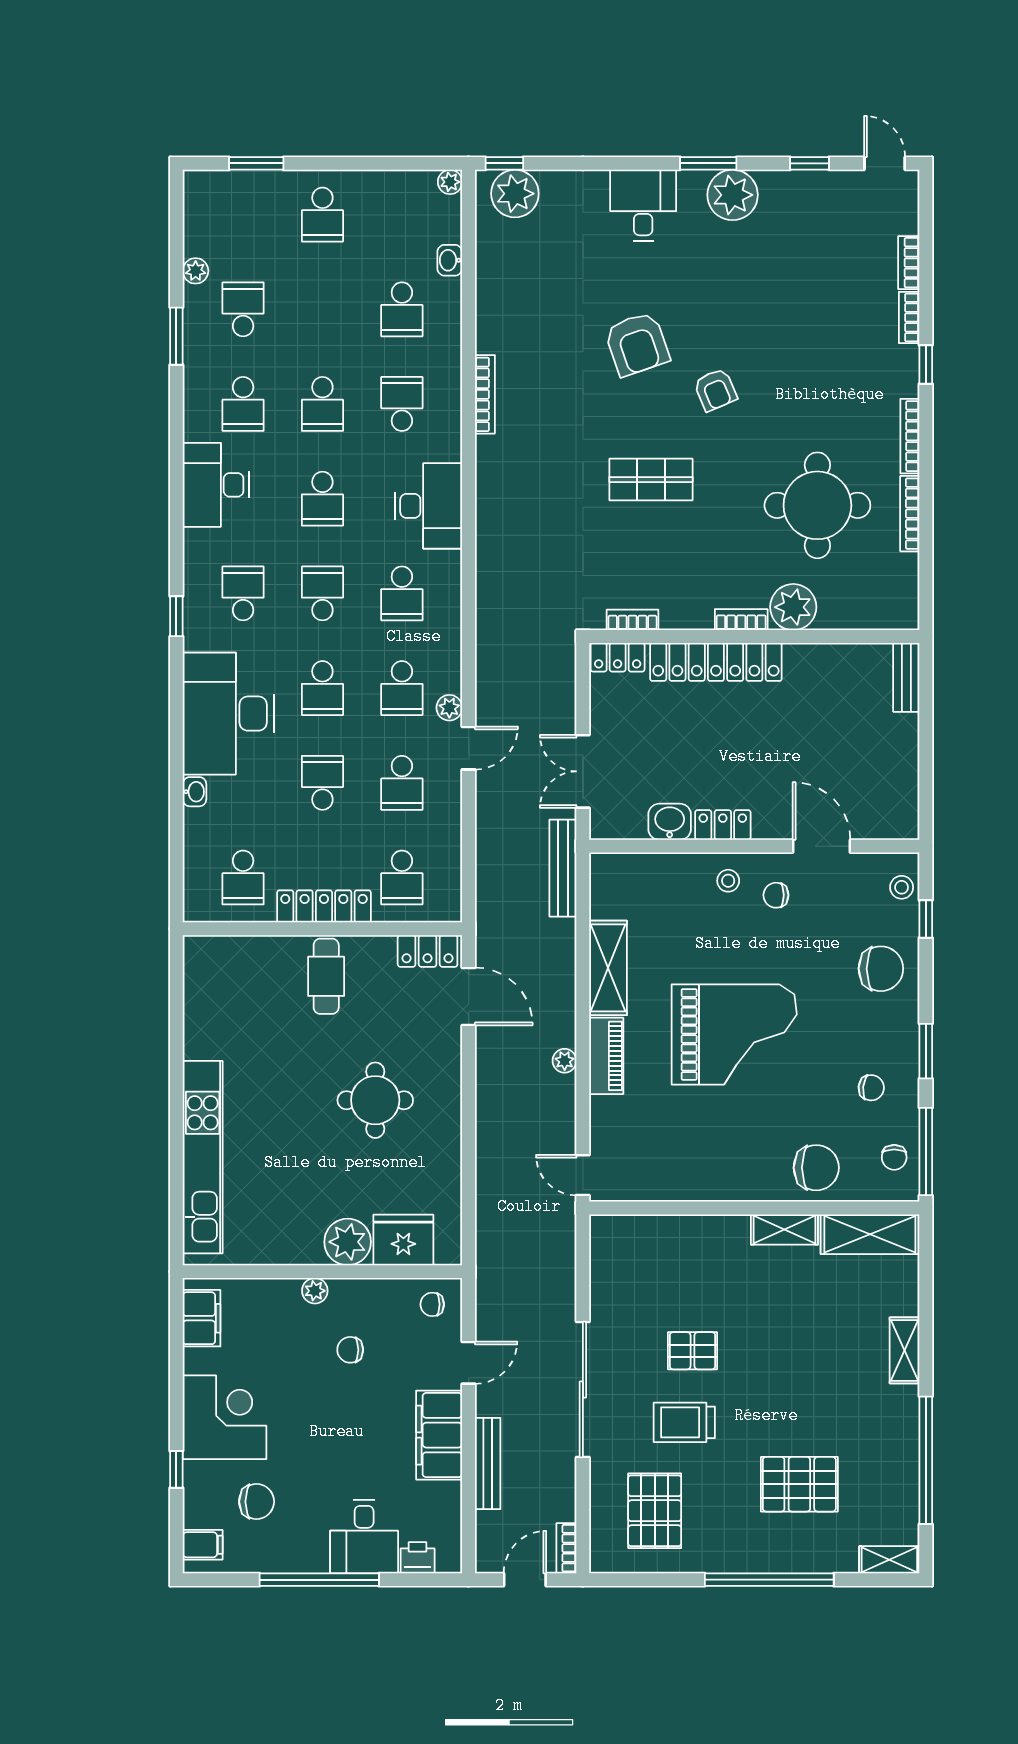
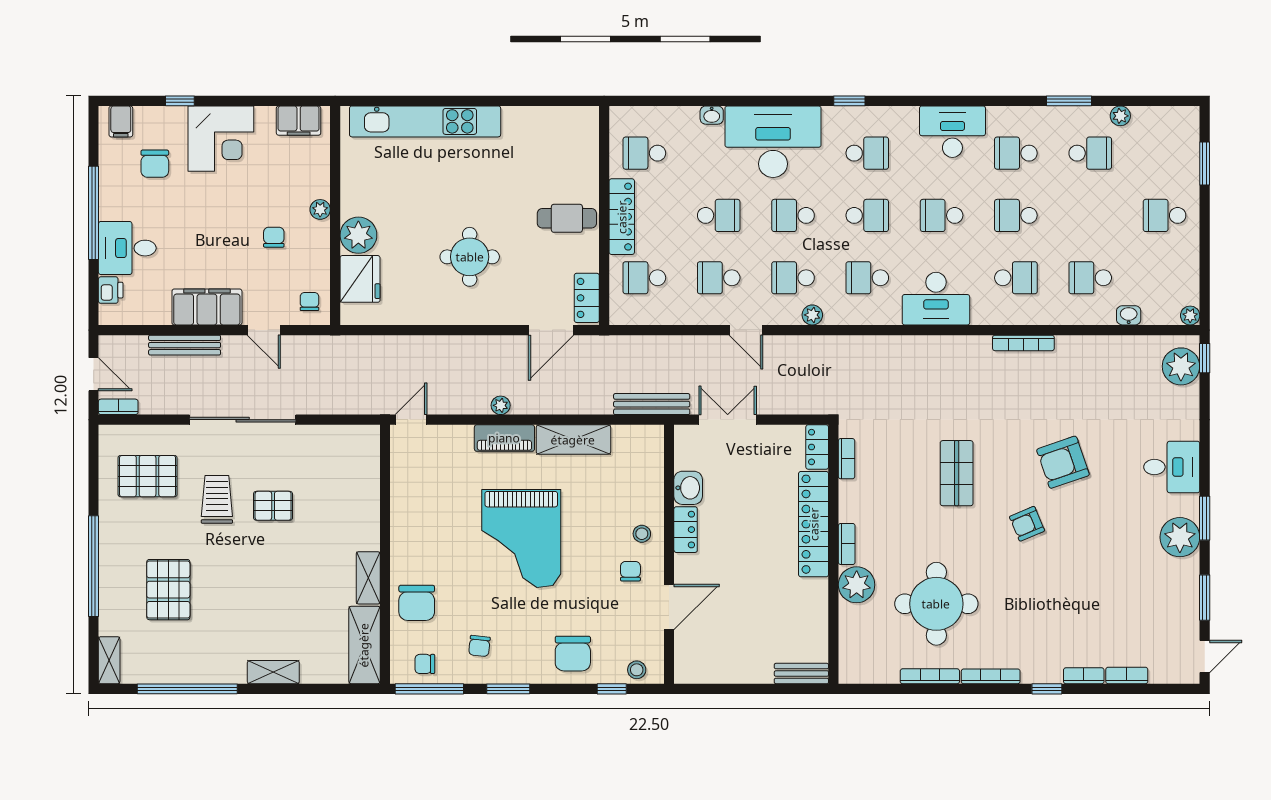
window: (810, 163) -> (1205, 598), width x1.50
plant: (449, 708) -> (812, 315), moved
pallet: (693, 1351) -> (273, 506), turned 90

